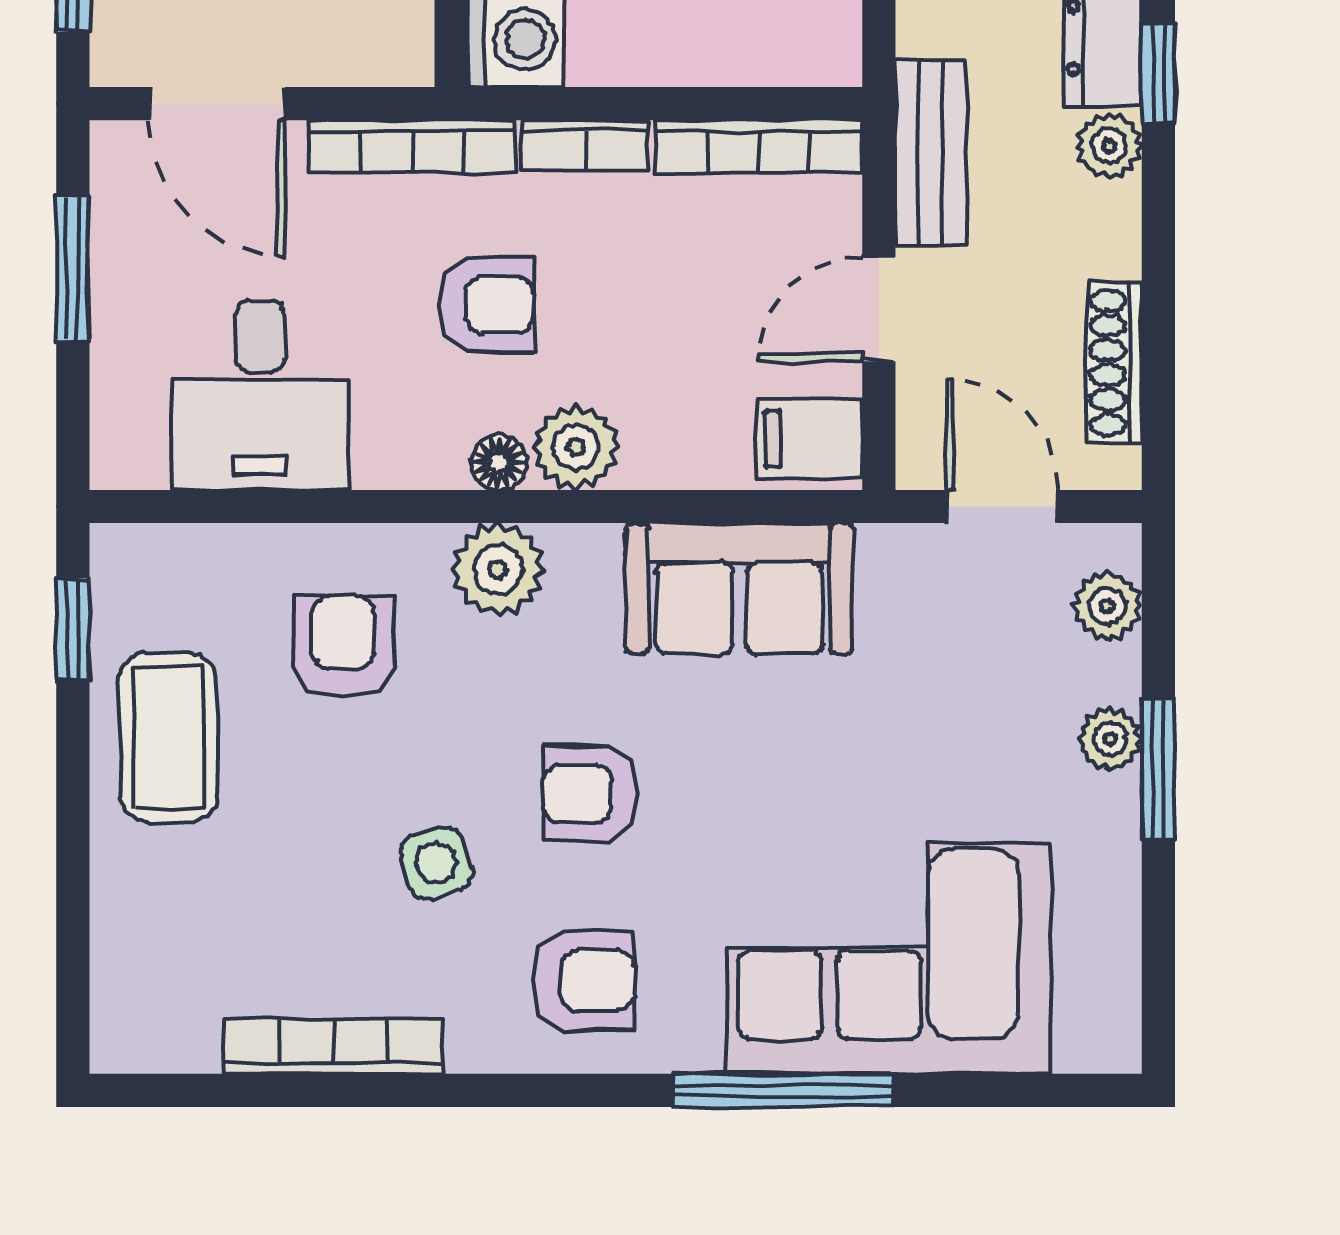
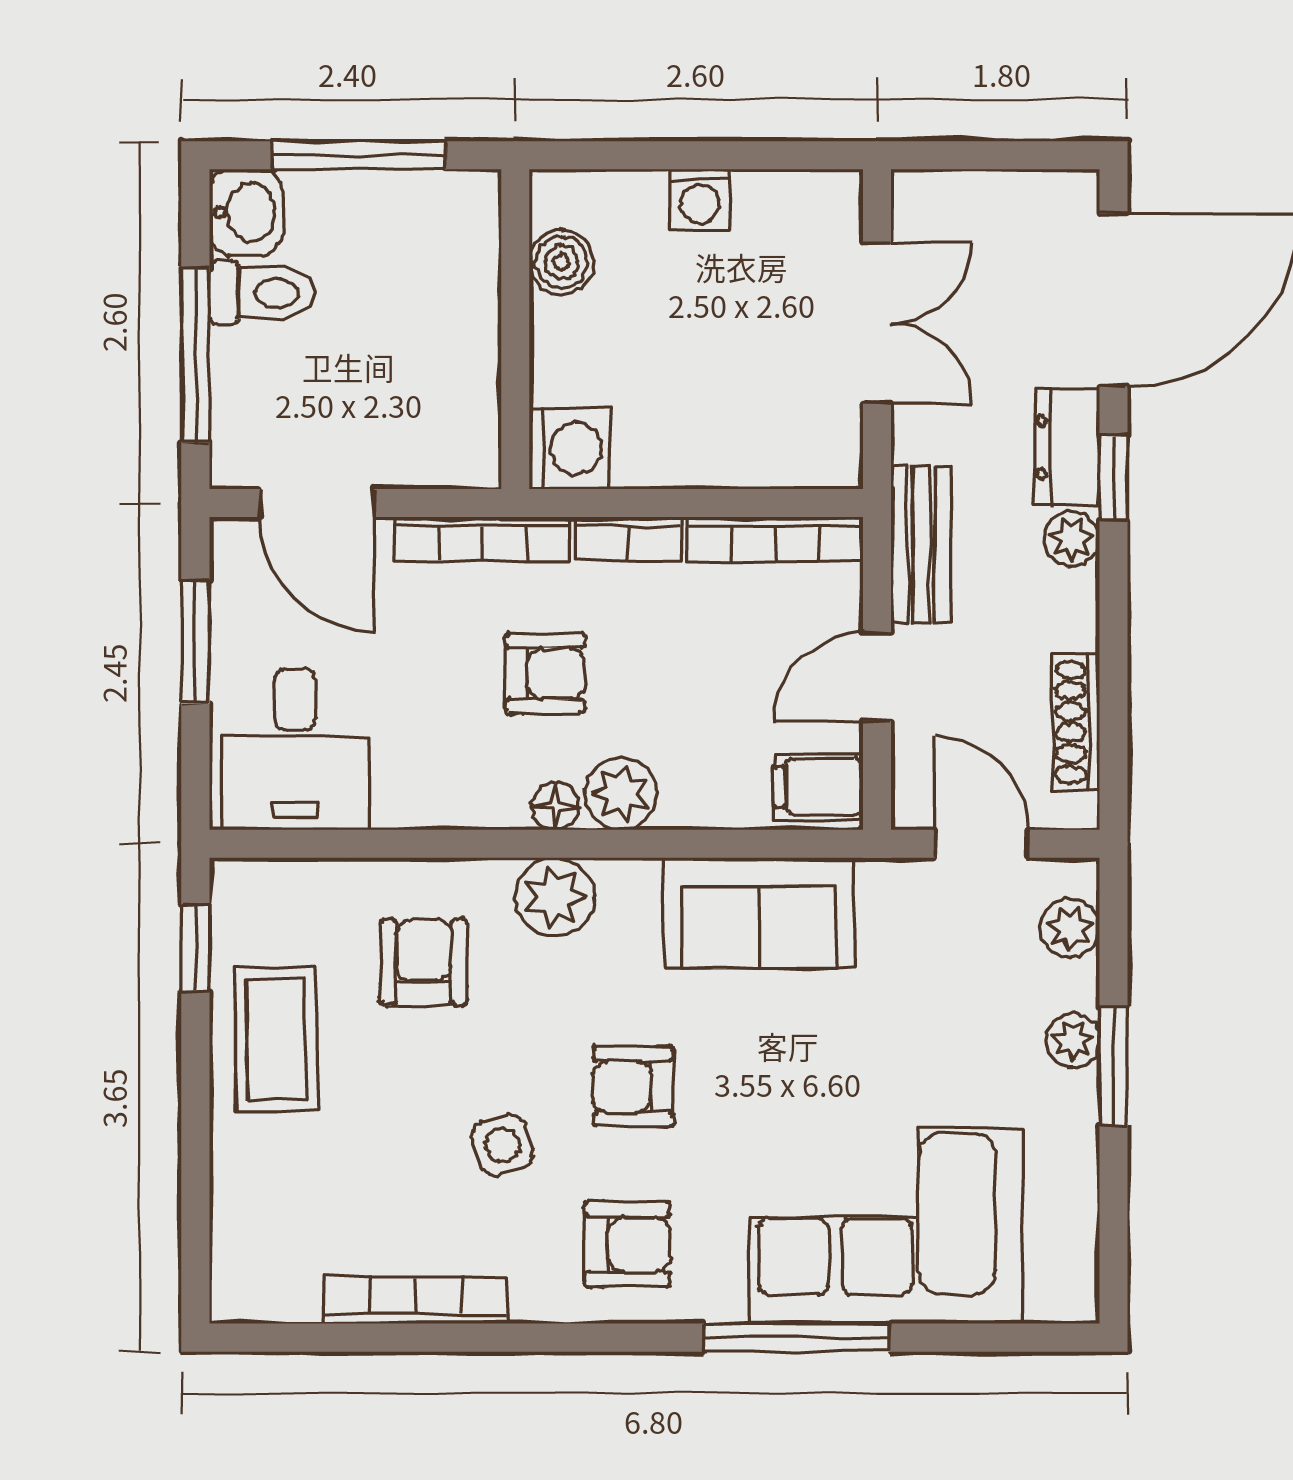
desk: (260, 395) -> (295, 750), moved

